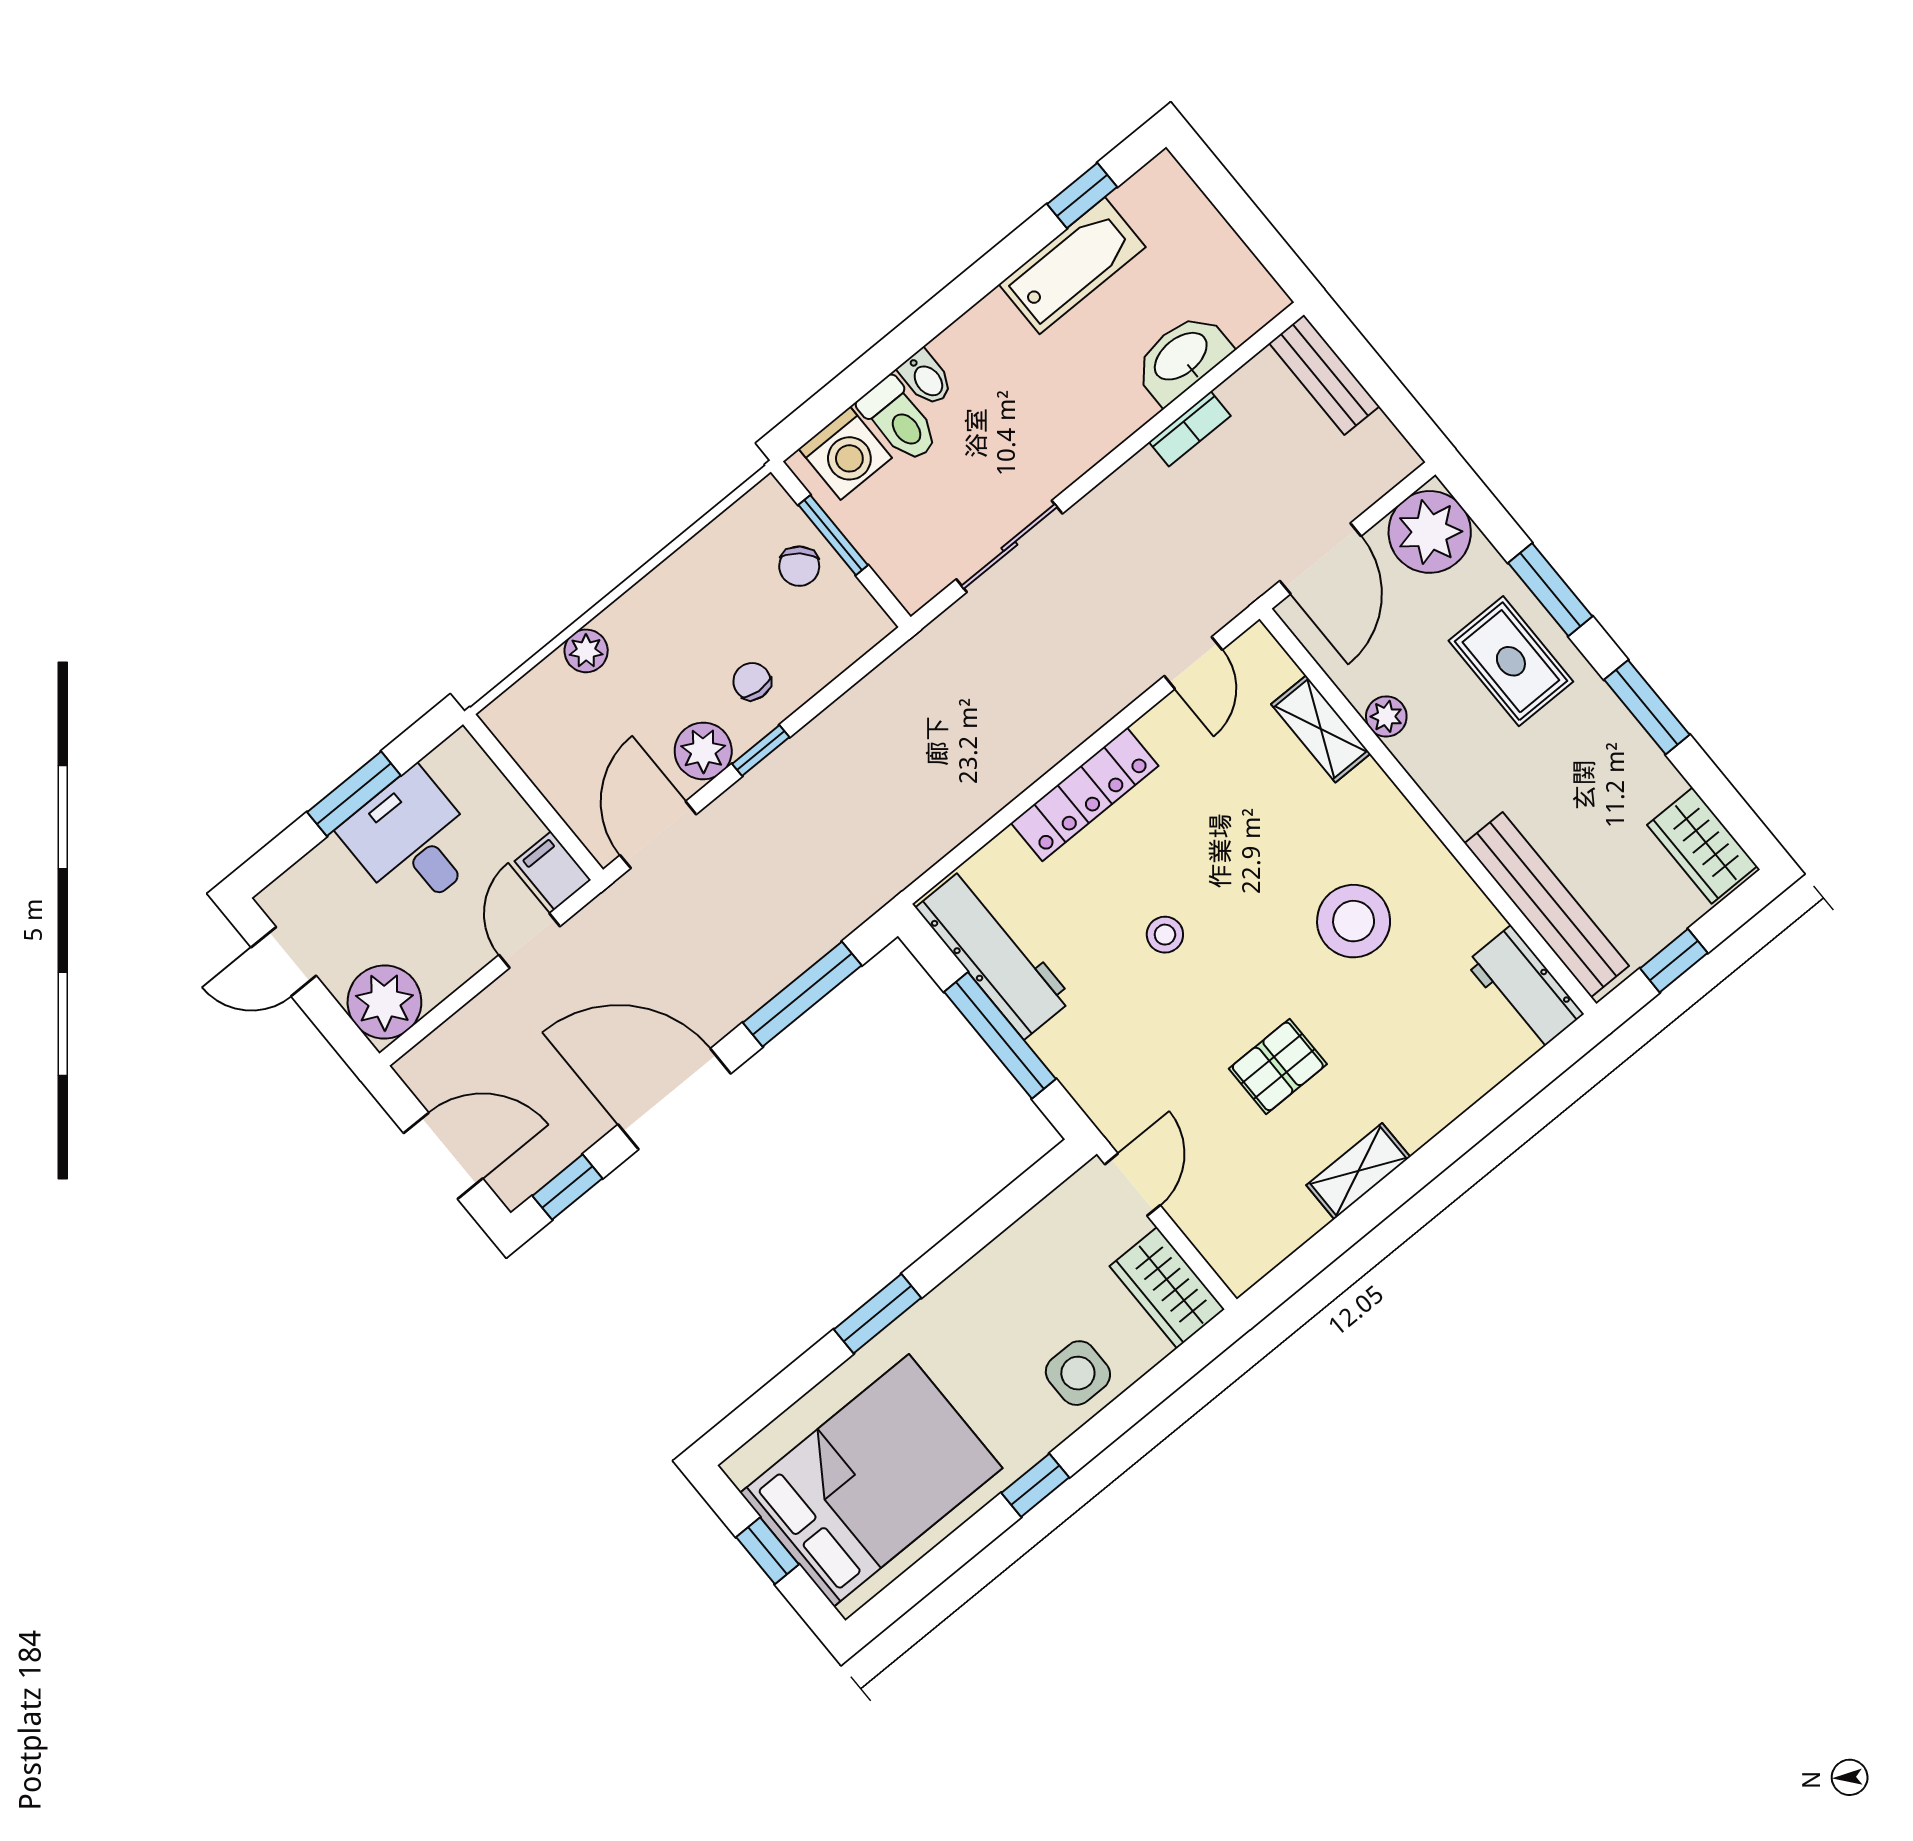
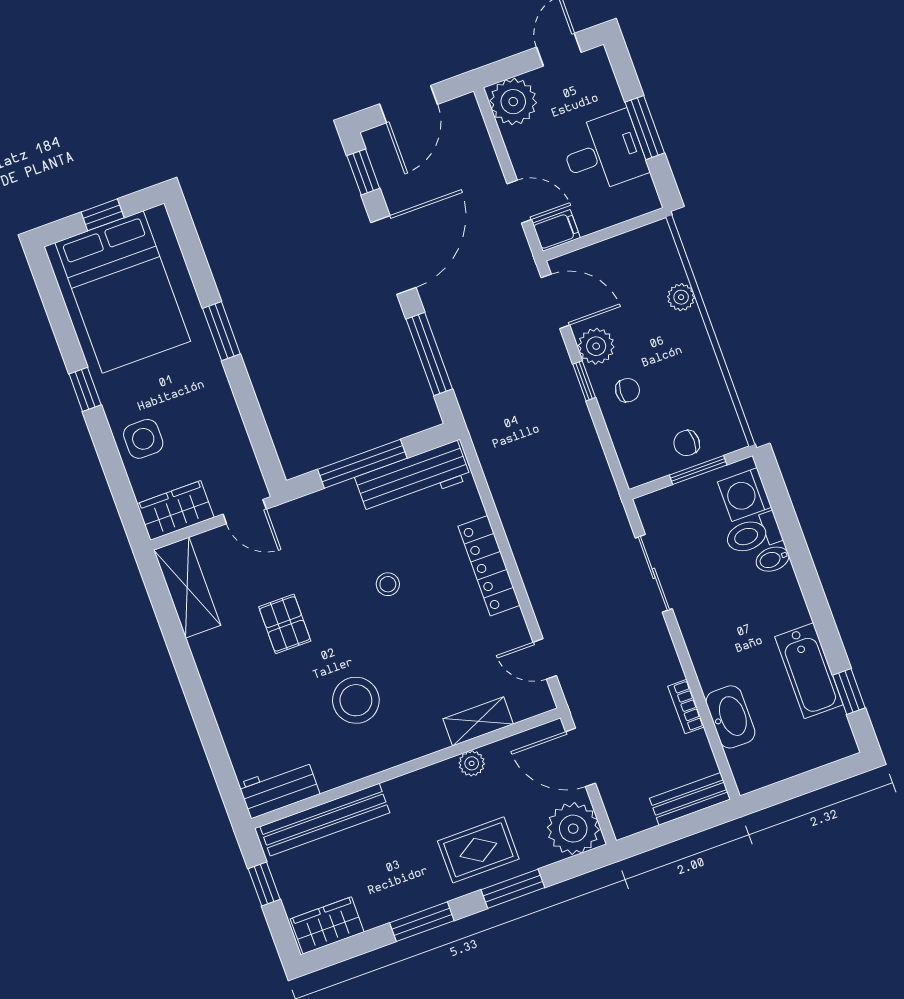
chair: (799, 566) -> (687, 443), turned -43
shelving: (1358, 1171) -> (187, 588), moved, width x1.50, depth x1.33

